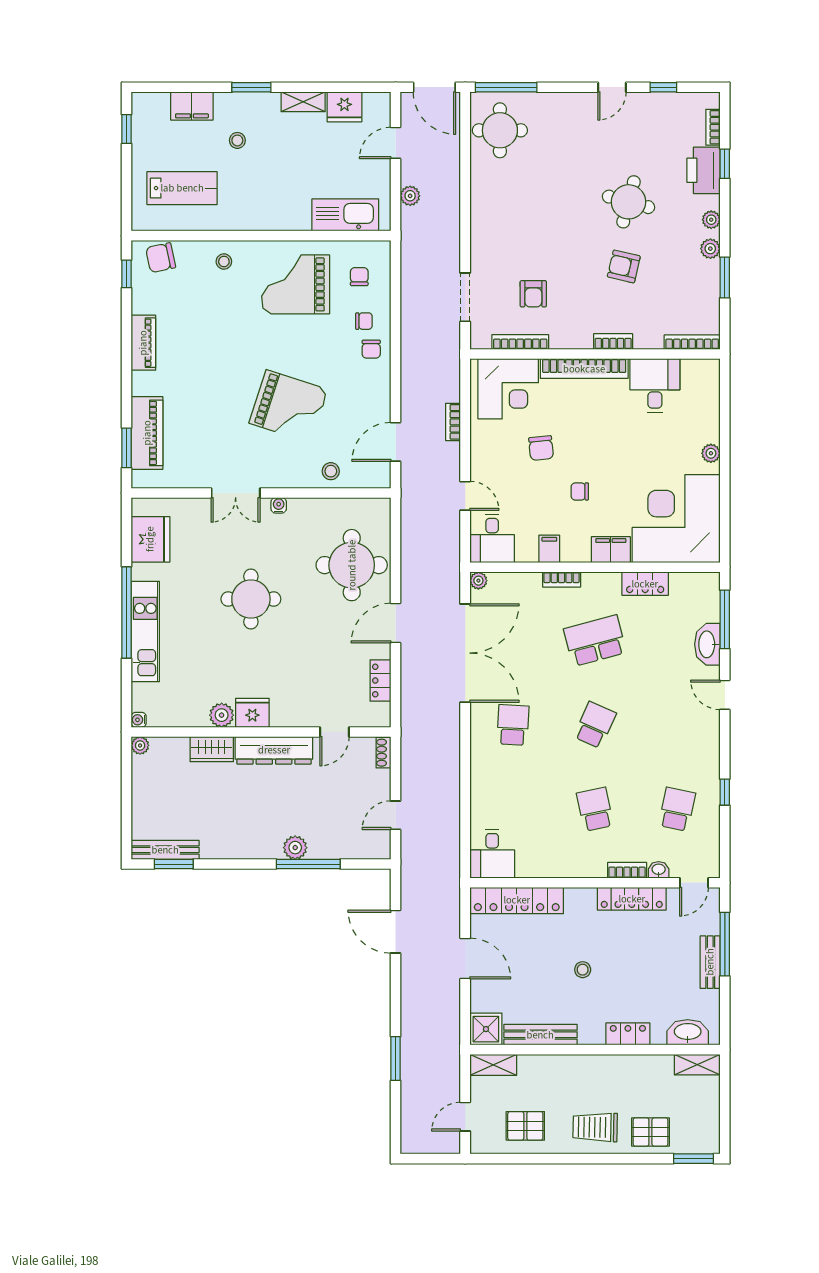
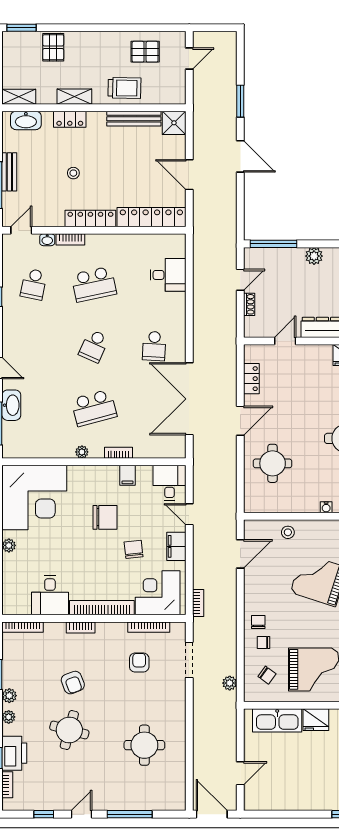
window: (506, 87) -> (130, 814), moved
shelving: (303, 102) -> (308, 803), removed
fridge: (344, 107) -> (316, 720), moved, turned 180
round table: (500, 130) -> (144, 745), moved
plant: (410, 196) -> (230, 683), moved
armchair: (624, 266) -> (73, 683), turned 56
chair: (359, 277) -> (267, 675), turned -54
bookcase: (453, 422) -> (198, 603), moved
chair: (580, 491) -> (105, 517), width x1.87, depth x1.87
filing cabinet: (611, 550) -> (176, 546), moved, turned 90
round table: (352, 565) -> (273, 463), width x0.73, depth x0.73
plant: (478, 581) -> (82, 452), moved
locker: (645, 584) -> (57, 450), removed
shoe rack: (383, 753) -> (249, 304), moved
school desk: (595, 809) -> (94, 284), width x1.85
desk: (492, 854) -> (168, 275), moved, turned 90
window: (308, 864) -> (273, 244), moved
locker: (632, 899) -> (90, 218), moved
door: (396, 932) -> (240, 156), moved
stool: (583, 970) -> (73, 173), moved
shelving: (493, 1065) -> (74, 97), moved
trolley: (595, 1127) -> (124, 88), moved
pallet: (650, 1132) -> (53, 47), turned 90

